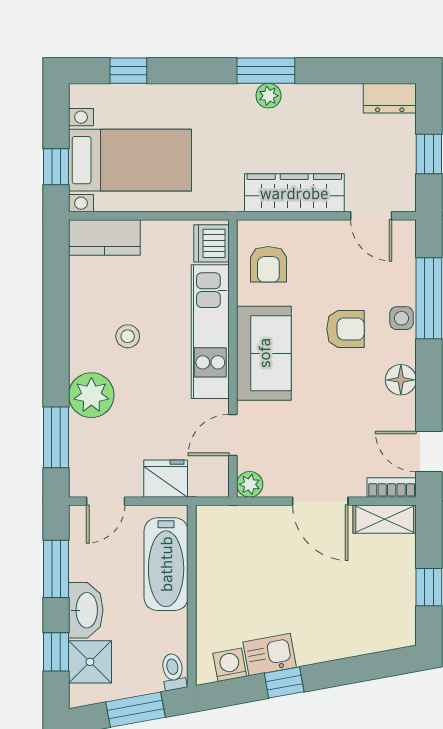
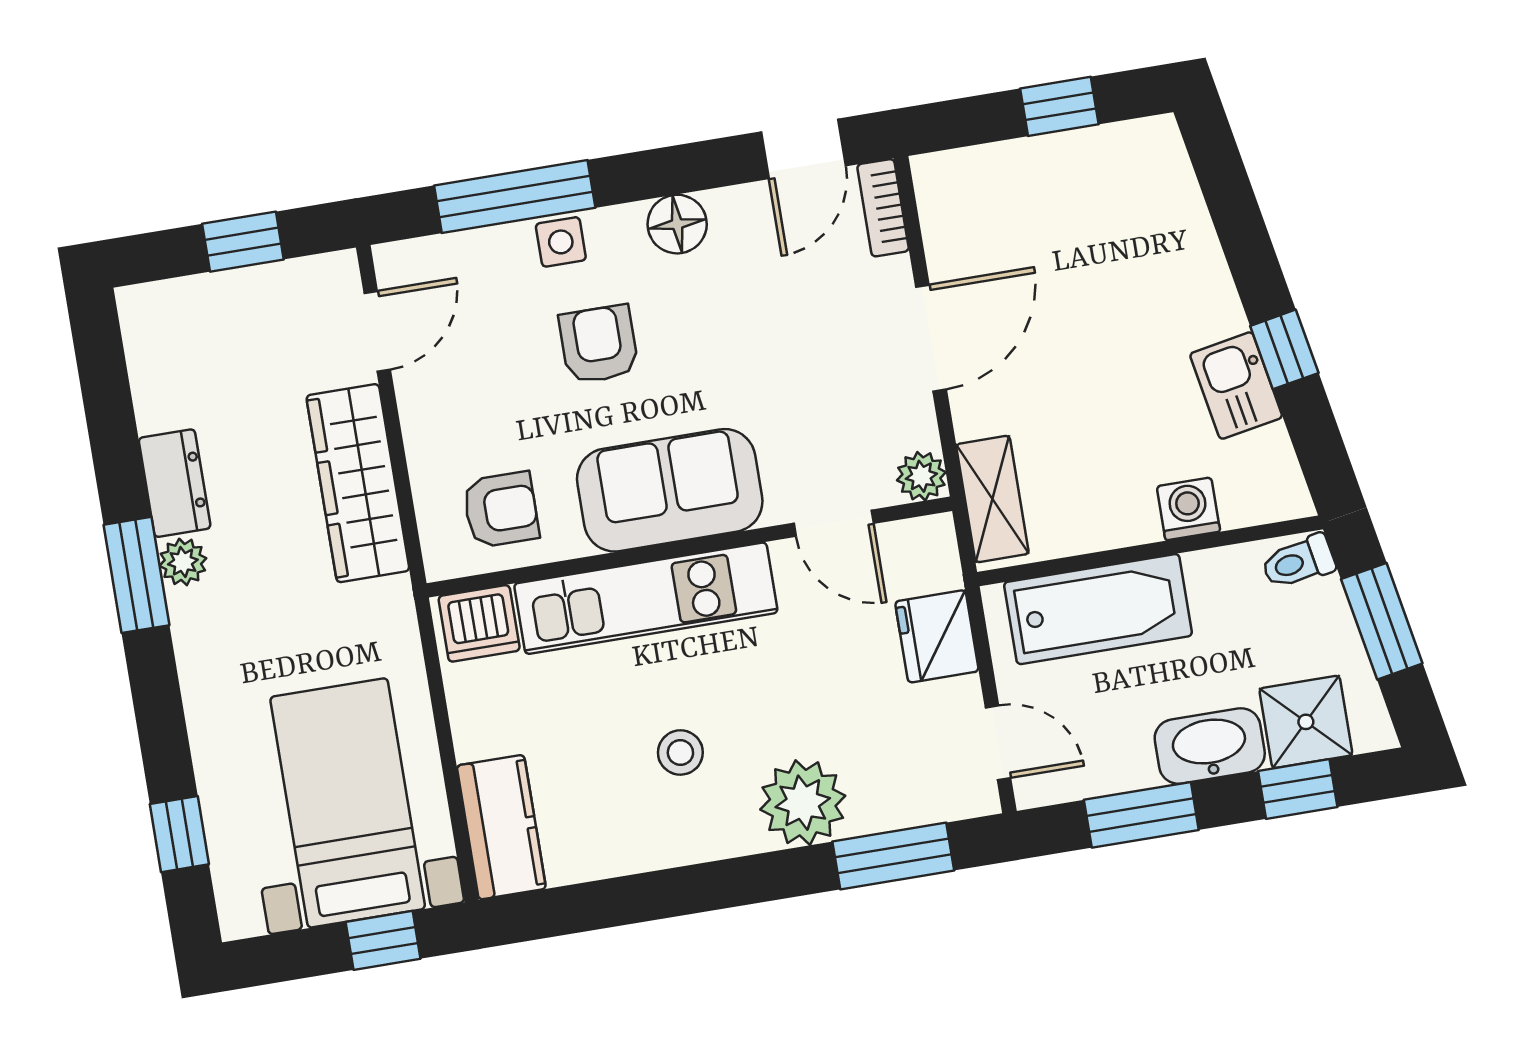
dresser: (390, 98) -> (175, 483), moved
shelving: (385, 519) -> (992, 499), moved
washing machine: (230, 665) -> (1188, 509), moved, turned 100

